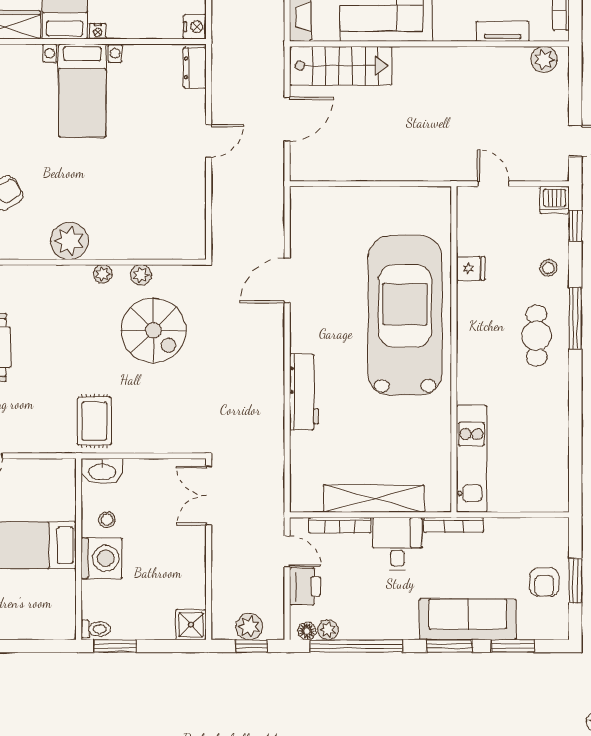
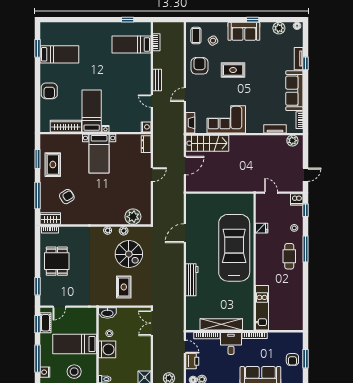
plant: (69, 241) -> (133, 217), moved
rug: (94, 421) -> (124, 287), moved
stool: (23, 611) -> (74, 372), added

